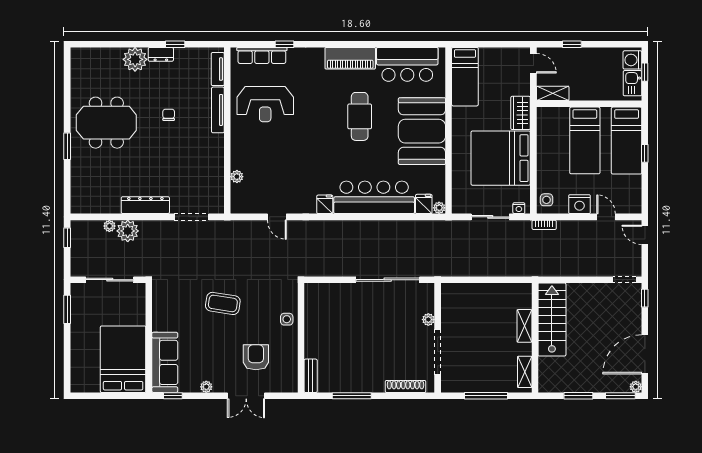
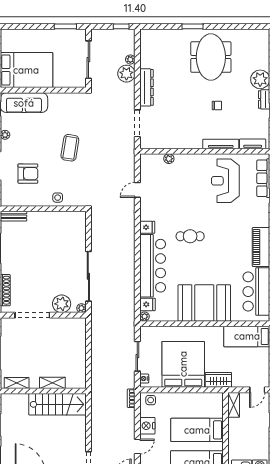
cafe table: (360, 116) -> (190, 236), moved, width x0.73, depth x0.74
plant: (429, 289) -> (81, 308), added
plant: (428, 320) -> (62, 304), width x1.88, depth x1.88

